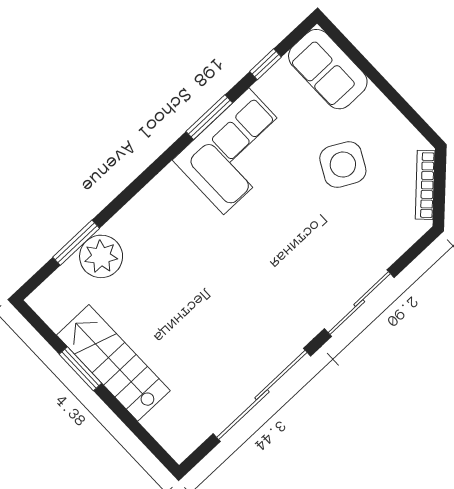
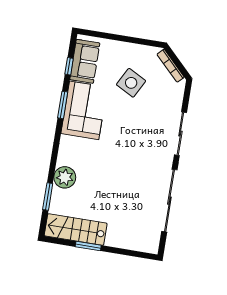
sofa: (328, 69) -> (85, 61), moved, turned -90
plant: (101, 256) -> (65, 177), moved
stairs: (113, 363) -> (76, 230), moved

